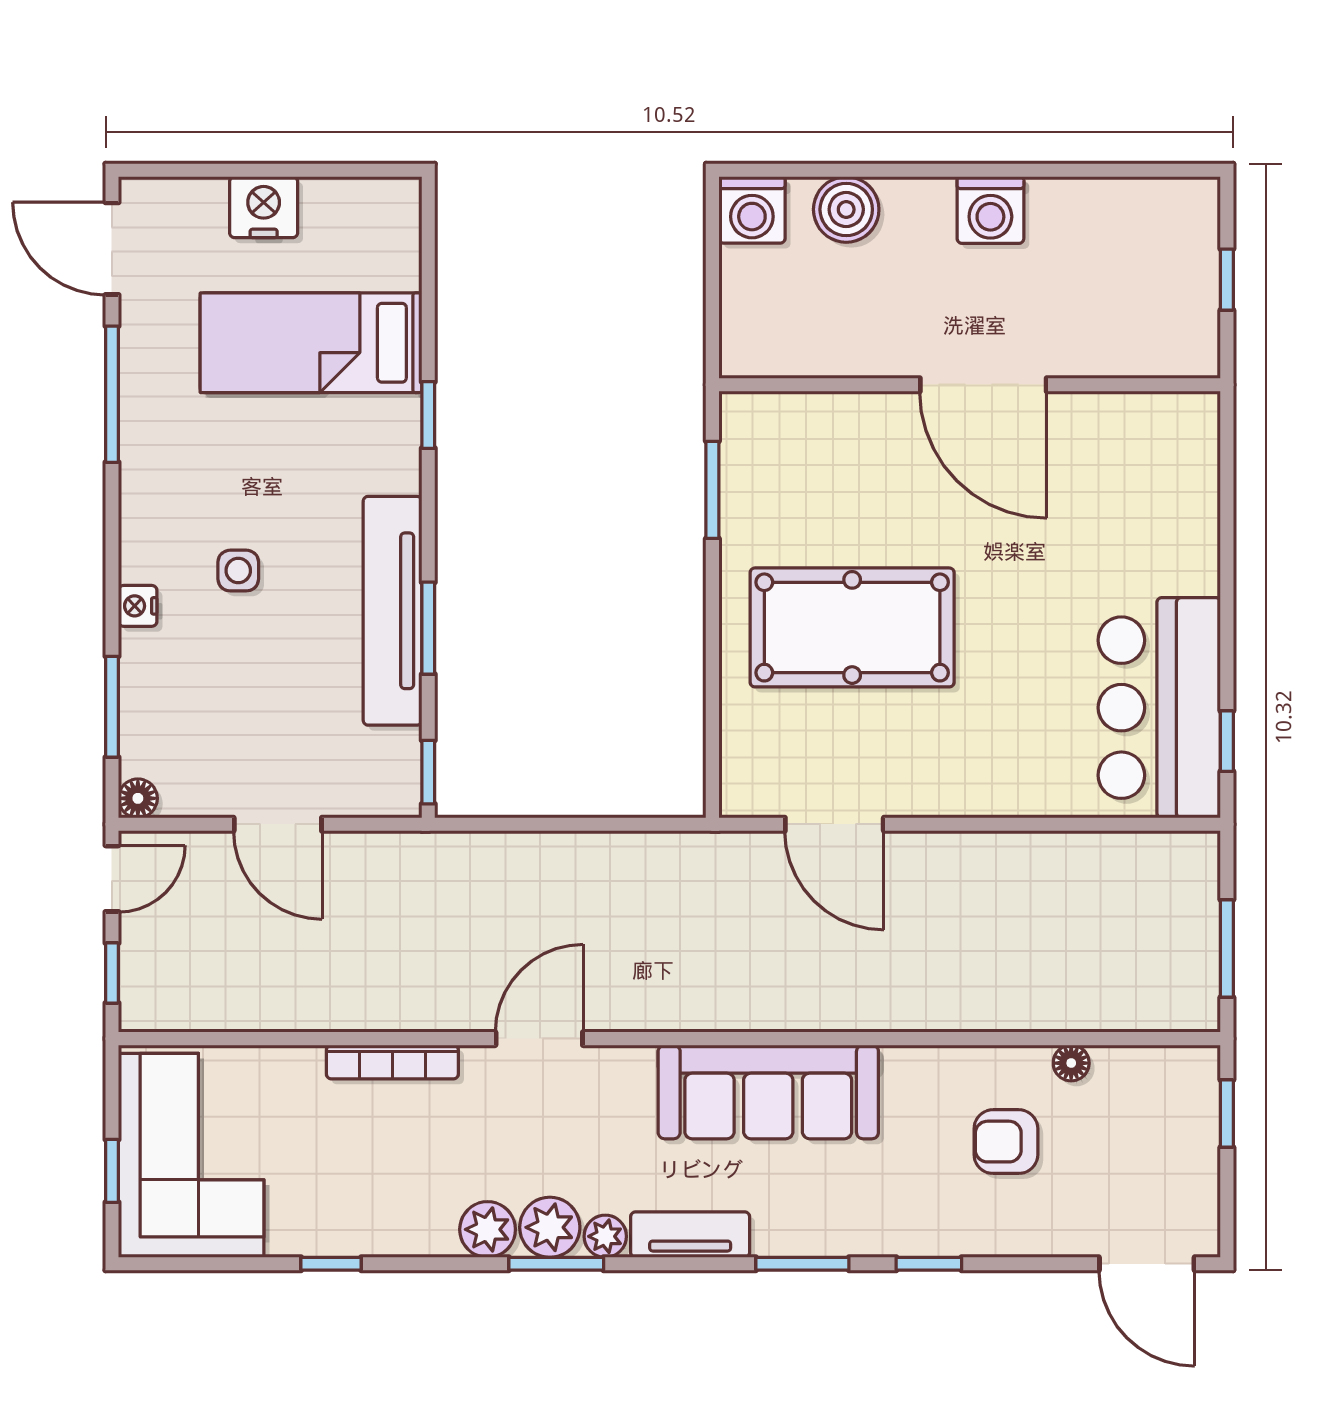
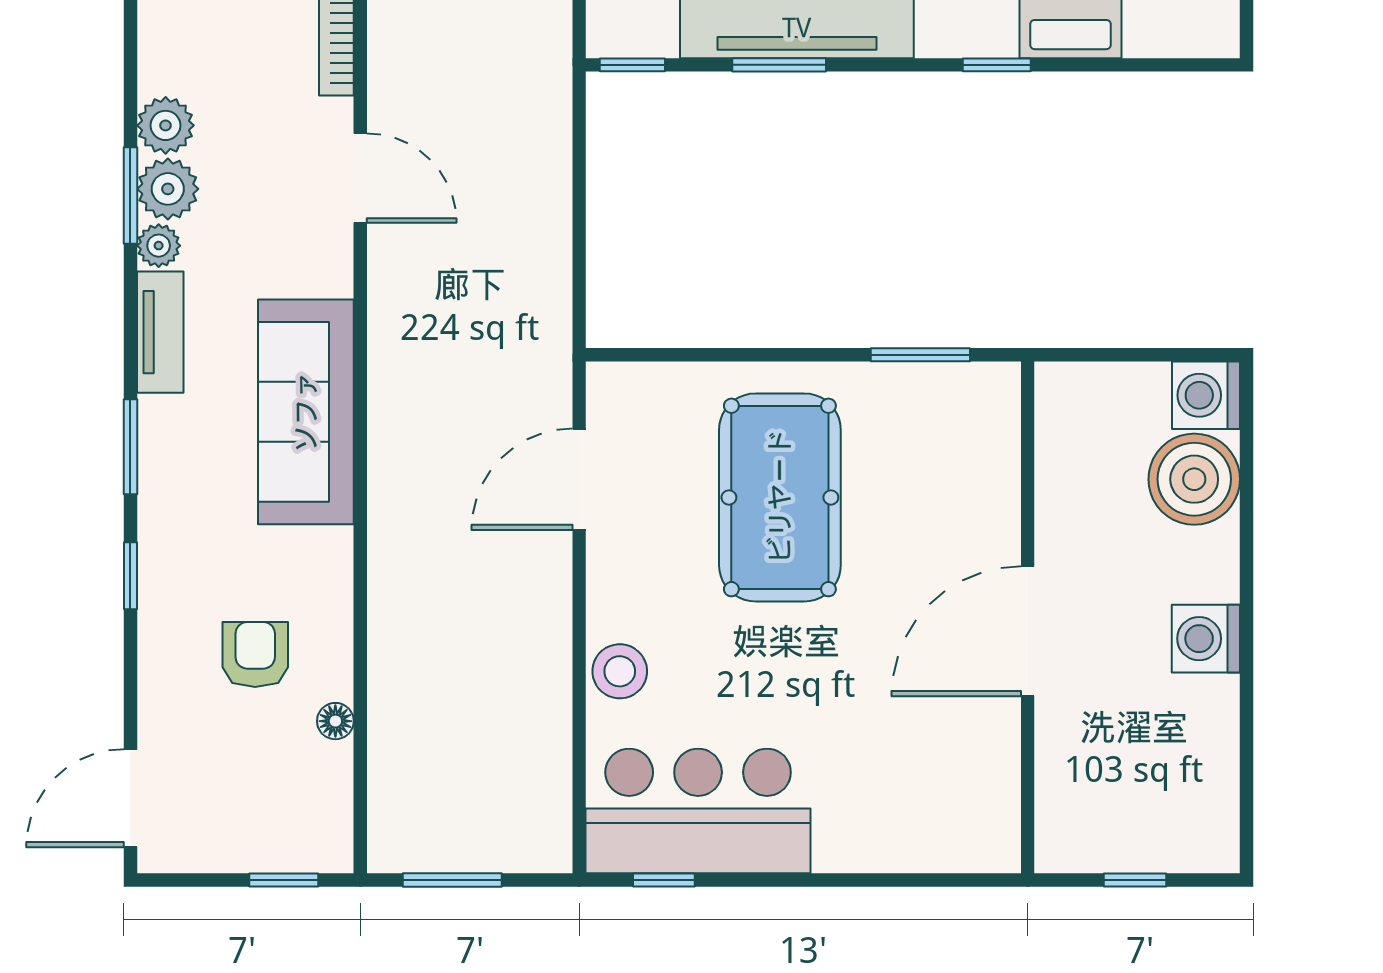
boiler: (846, 209) -> (1194, 479), width x1.37, depth x1.37
stool: (1022, 784) -> (620, 671), added

